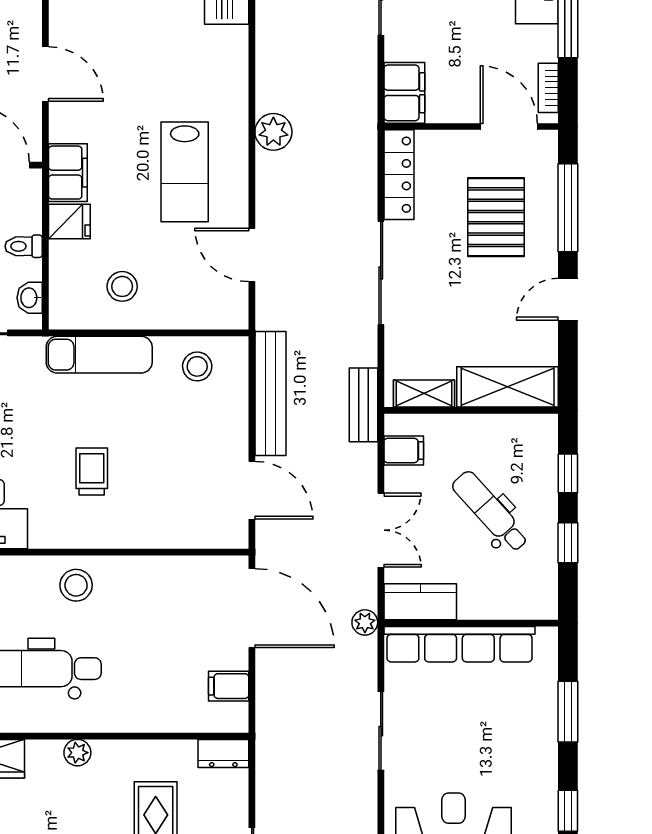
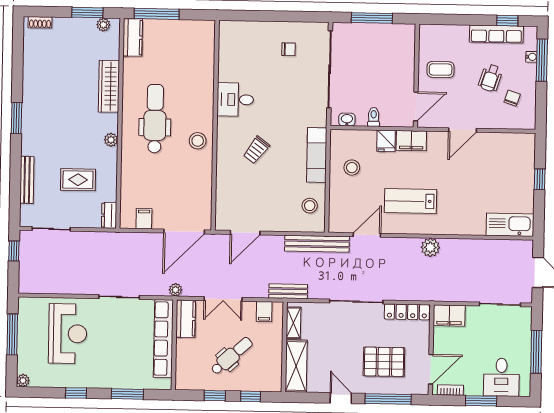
bench: (270, 394) -> (317, 244), moved
trolley: (92, 472) -> (256, 150), turned 127

